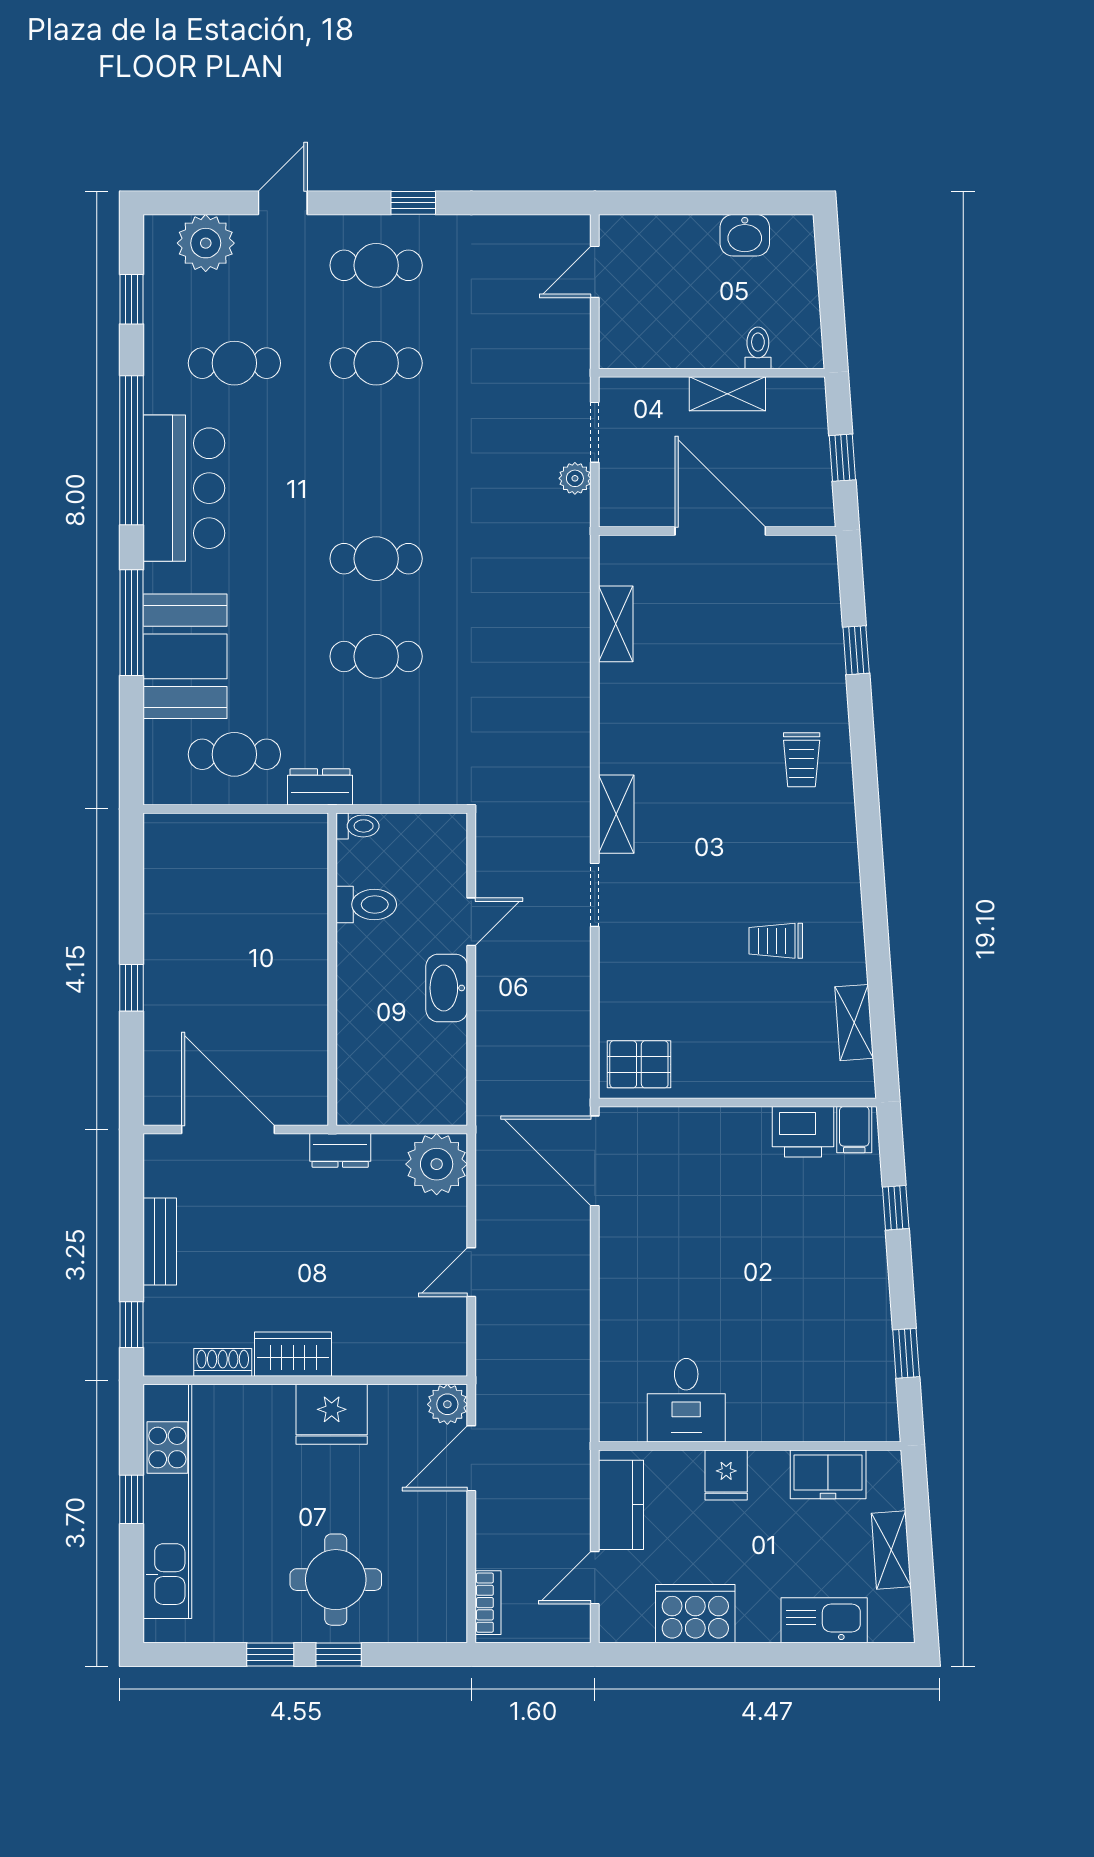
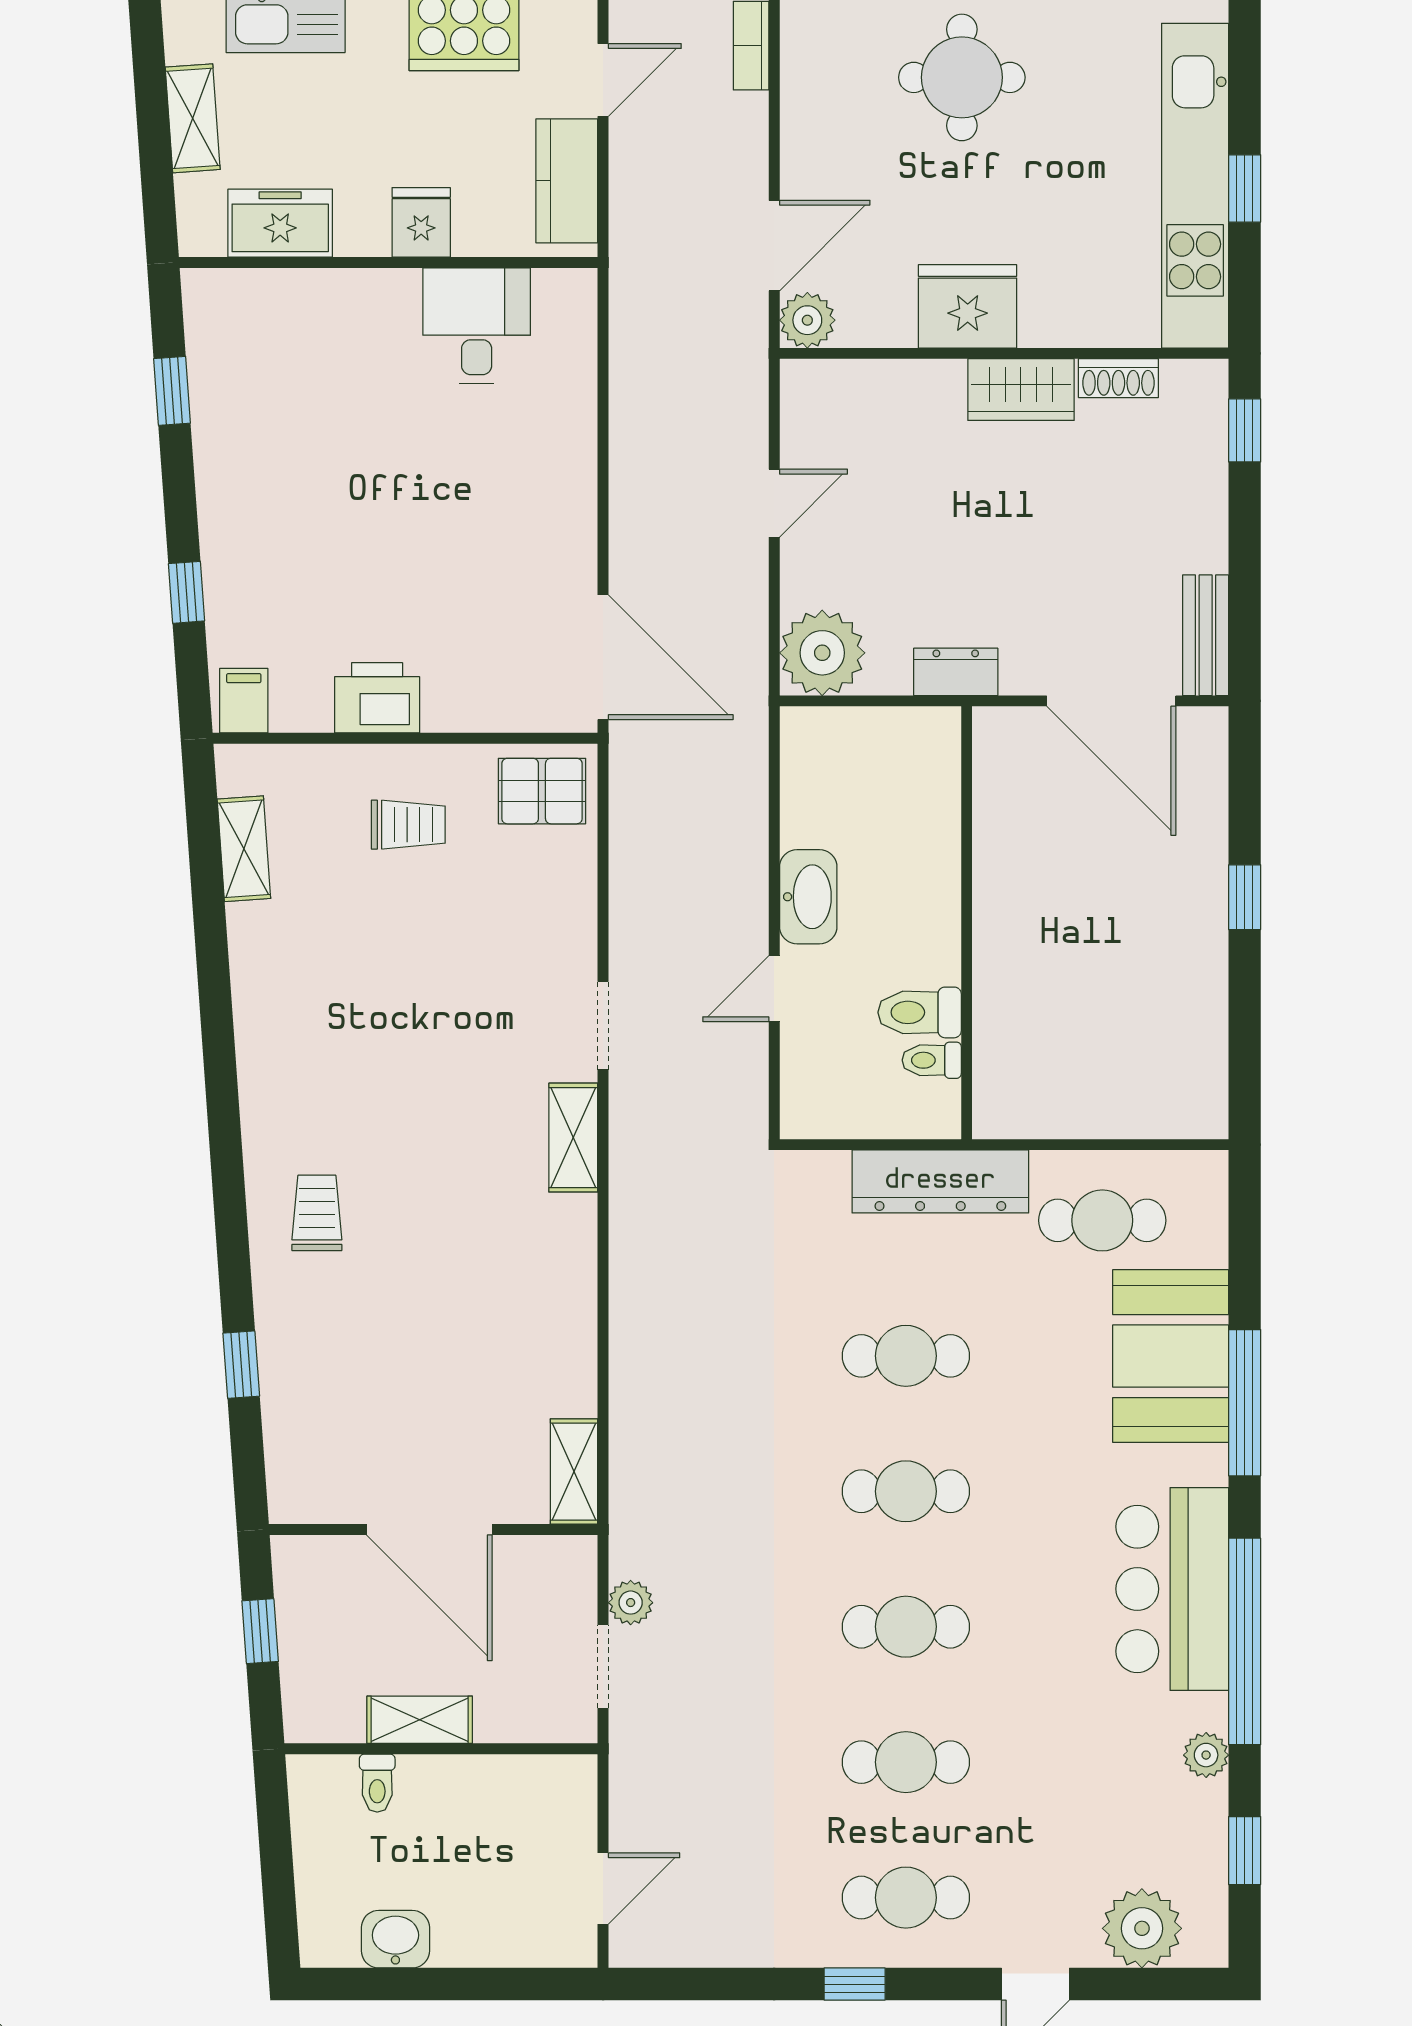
cafe table: (234, 363) -> (906, 1627), moved
plant: (159, 368) -> (1206, 1755), added
shelving: (616, 624) -> (574, 1472), moved
dresser: (320, 787) -> (940, 1181), width x1.96, depth x1.24
toilet: (358, 826) -> (932, 1060), moved
trolley: (776, 941) -> (408, 825), moved
printer: (803, 1132) -> (377, 698), moved
bench: (160, 1241) -> (1206, 635), moved

